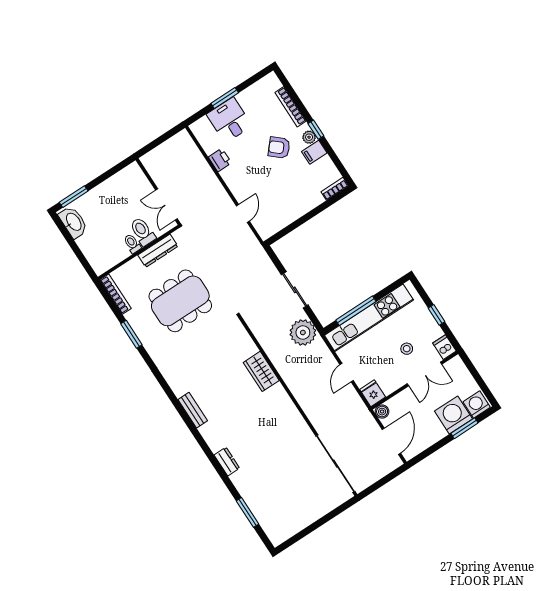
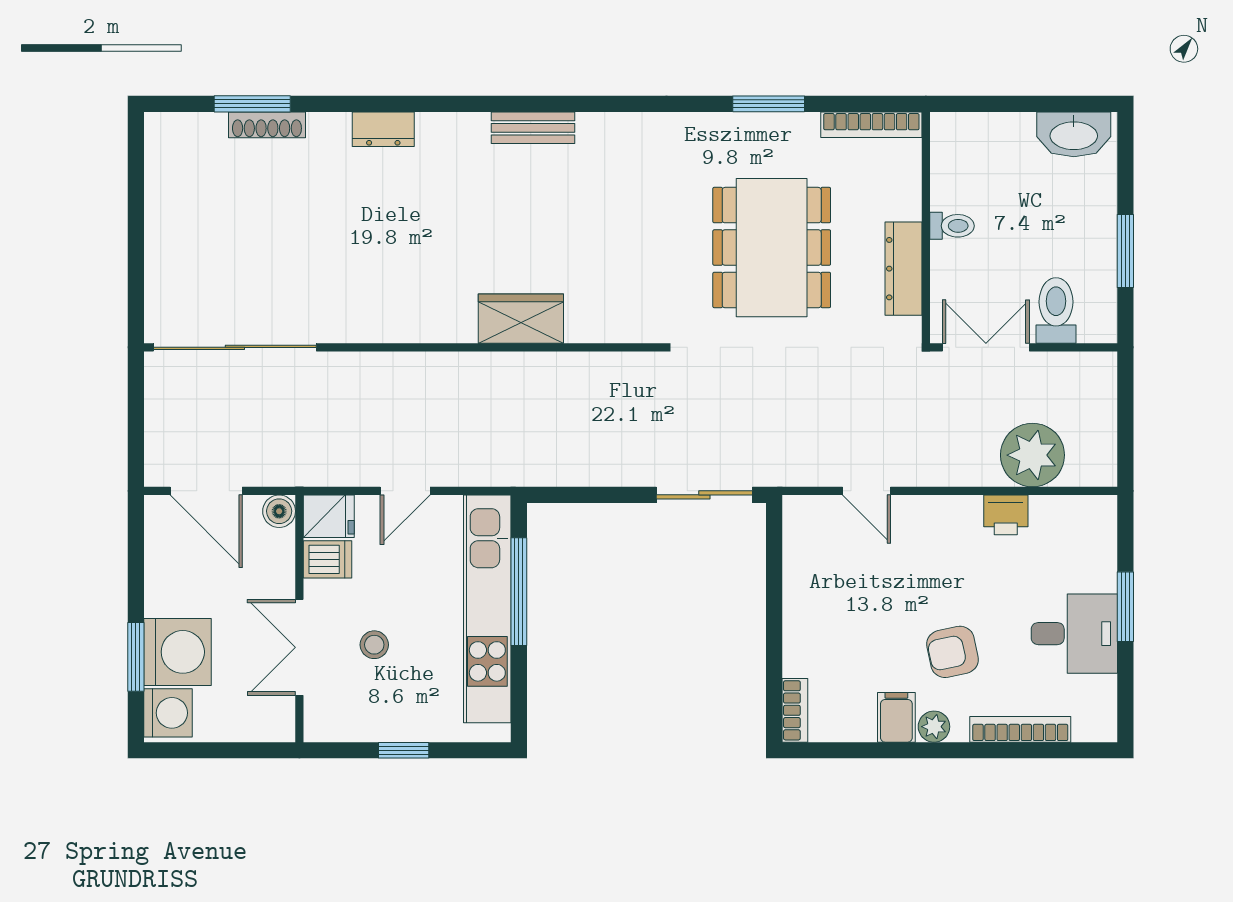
desk: (229, 120) -> (1074, 634), moved
window: (316, 130) -> (940, 750), removed
armchair: (279, 148) -> (952, 652), turned -143
window: (74, 197) -> (1125, 251), moved
toilet: (143, 232) -> (1056, 310), moved, turned -90
sliding door: (295, 290) -> (704, 495), moved
plant: (303, 332) -> (1032, 455), moved
dishwasher: (444, 347) -> (328, 559), moved
door: (347, 373) -> (405, 491), swing flipped
shoe rack: (251, 503) -> (267, 125), added

